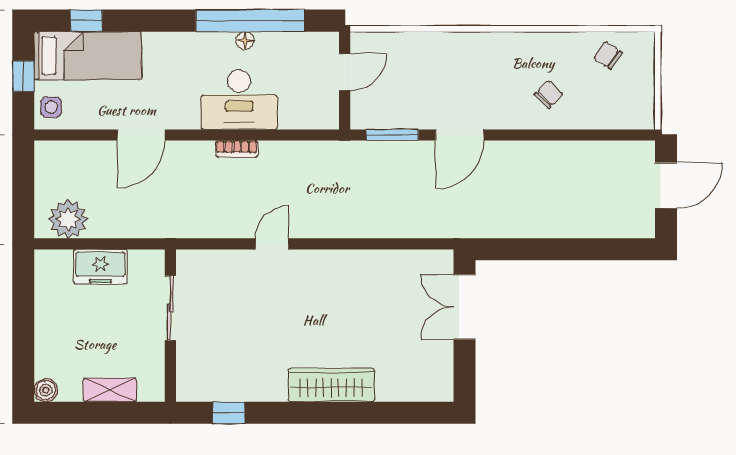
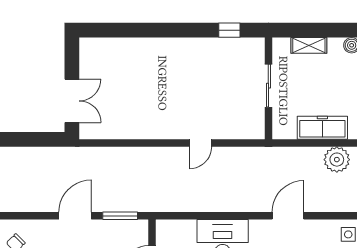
bookcase: (237, 149) -> (224, 207), removed
freezer: (100, 267) -> (322, 128), width x1.40
sliding door: (170, 308) -> (268, 86), moved
wardrobe: (331, 385) -> (161, 49), removed

